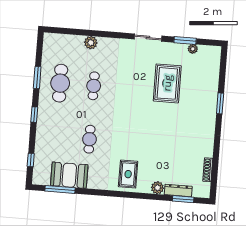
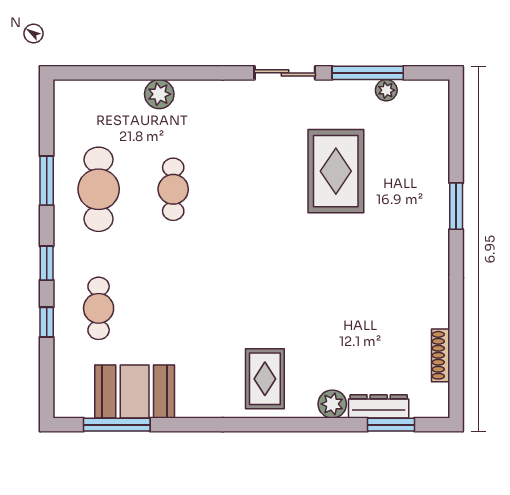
window: (185, 40) -> (368, 73), width x1.44
cafe table: (89, 139) -> (99, 308), moved
window: (31, 160) -> (47, 322), moved

